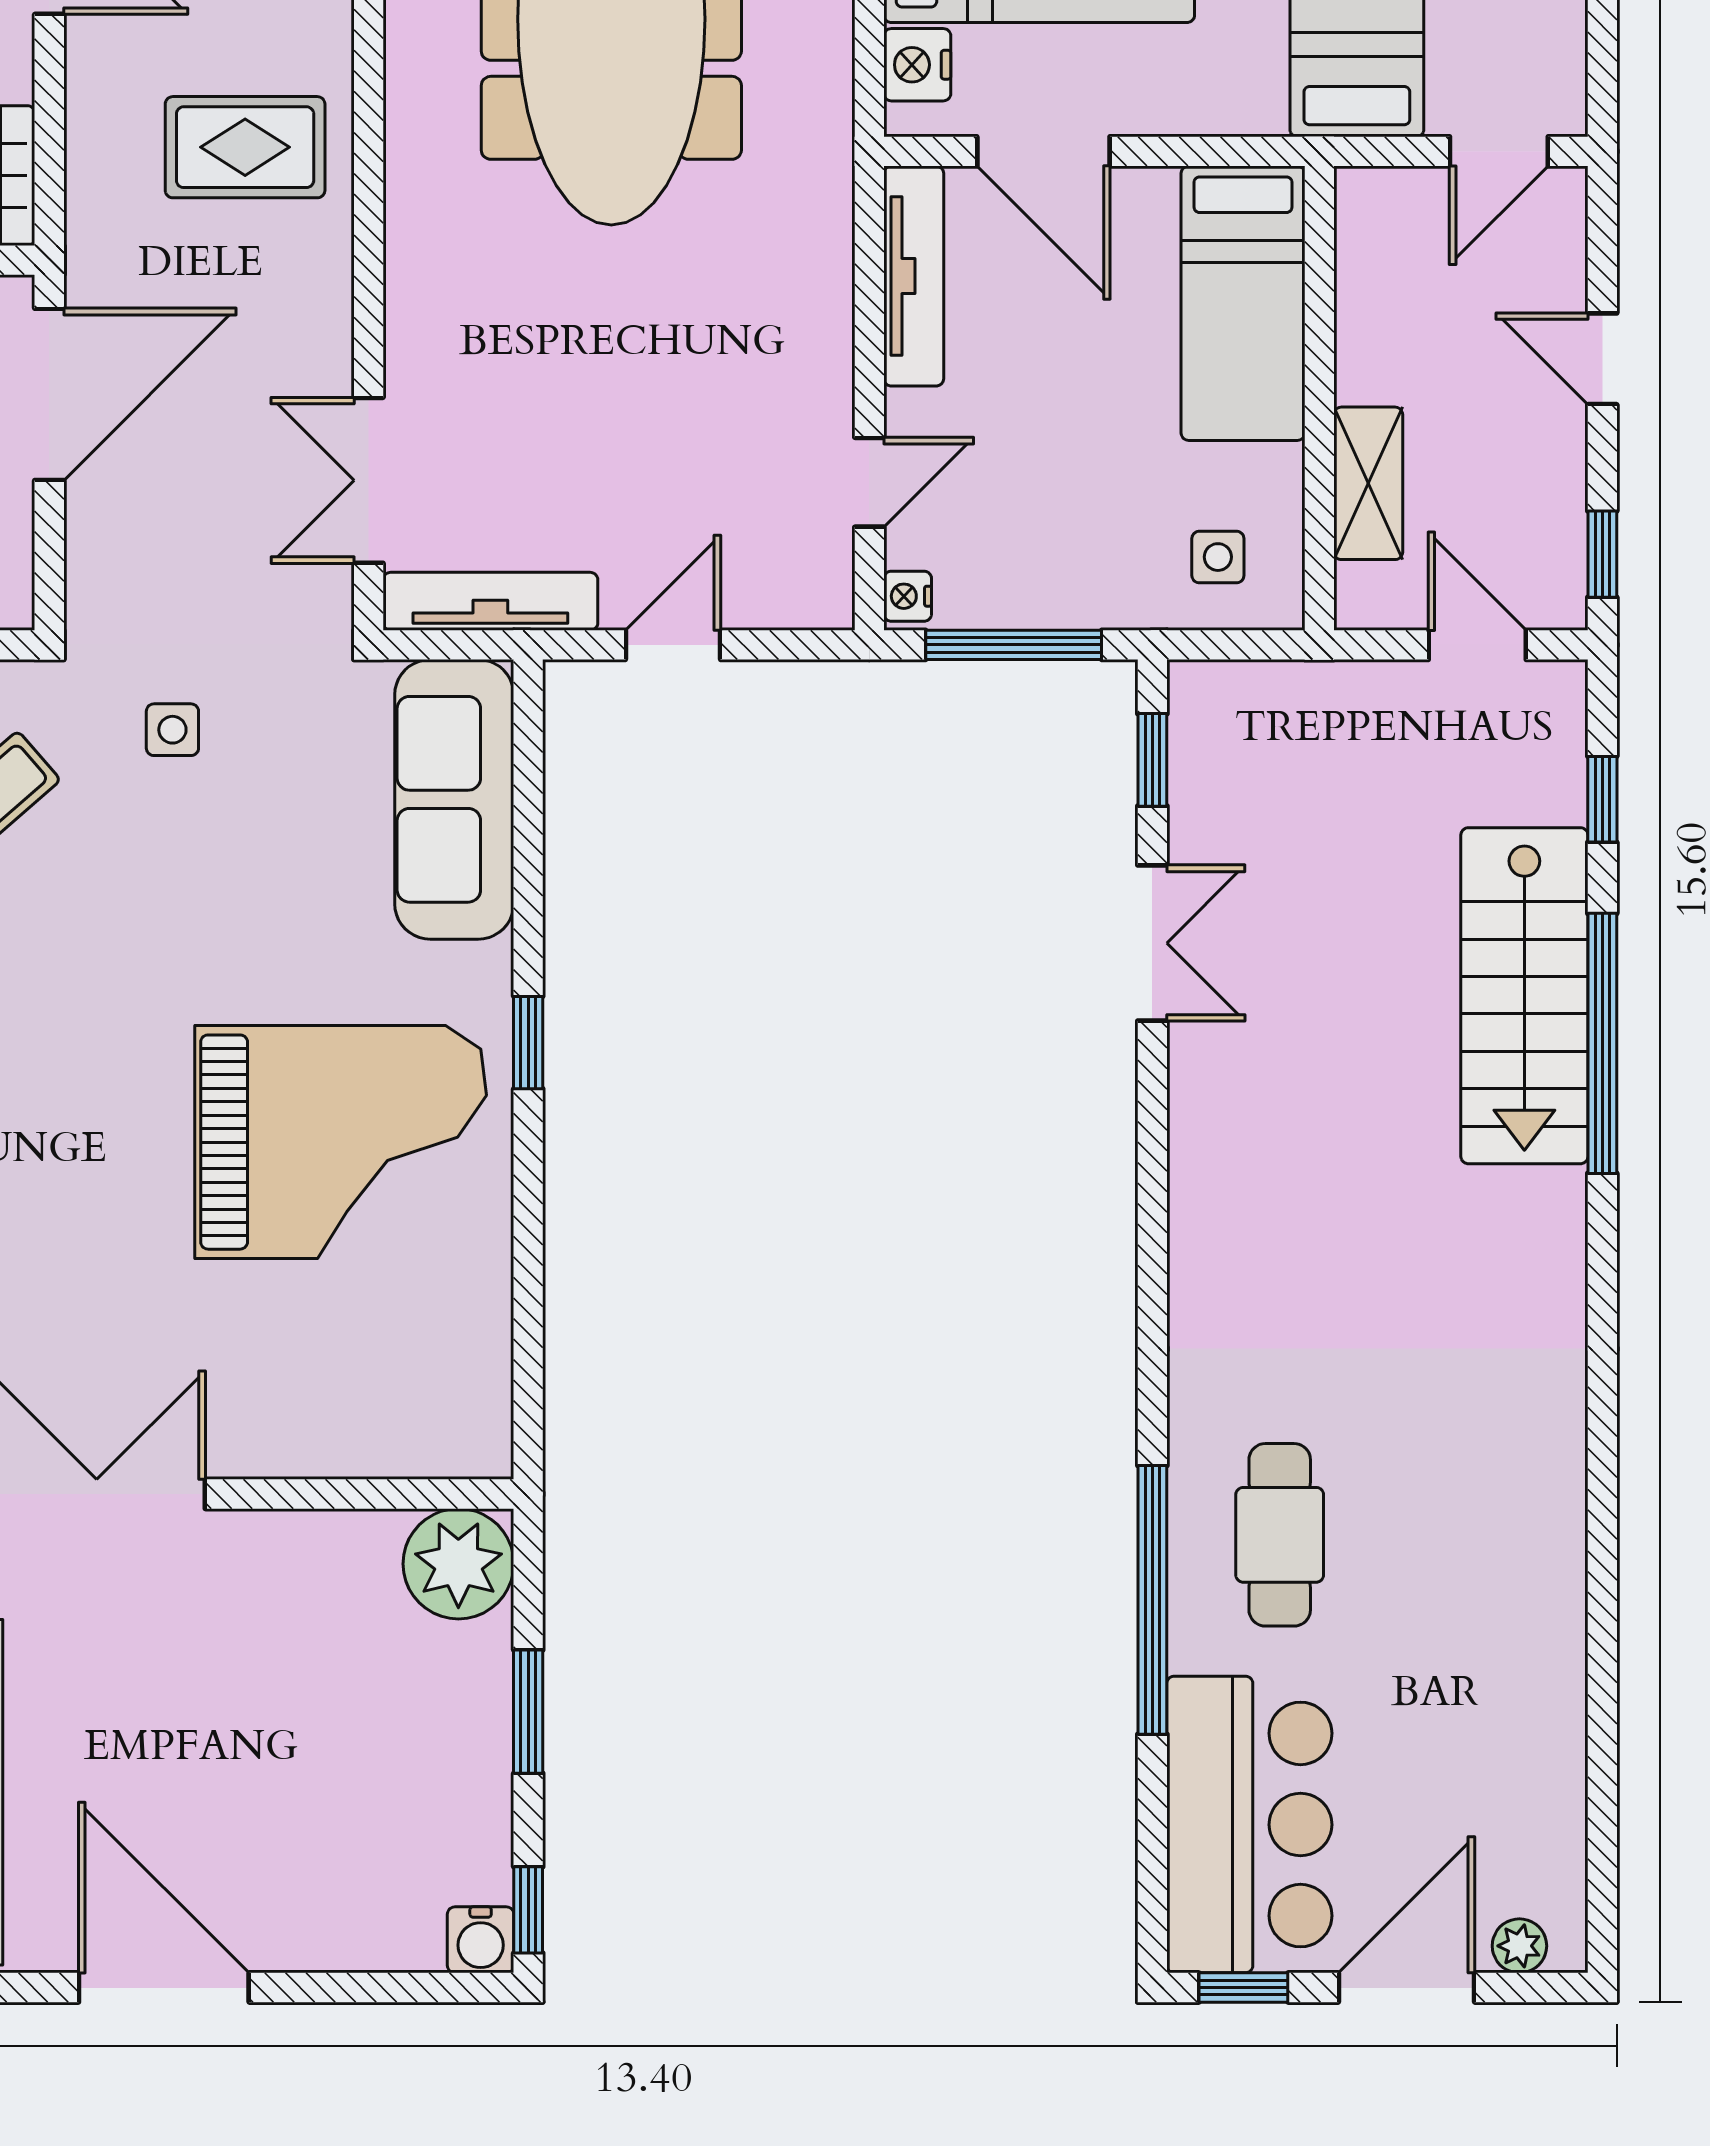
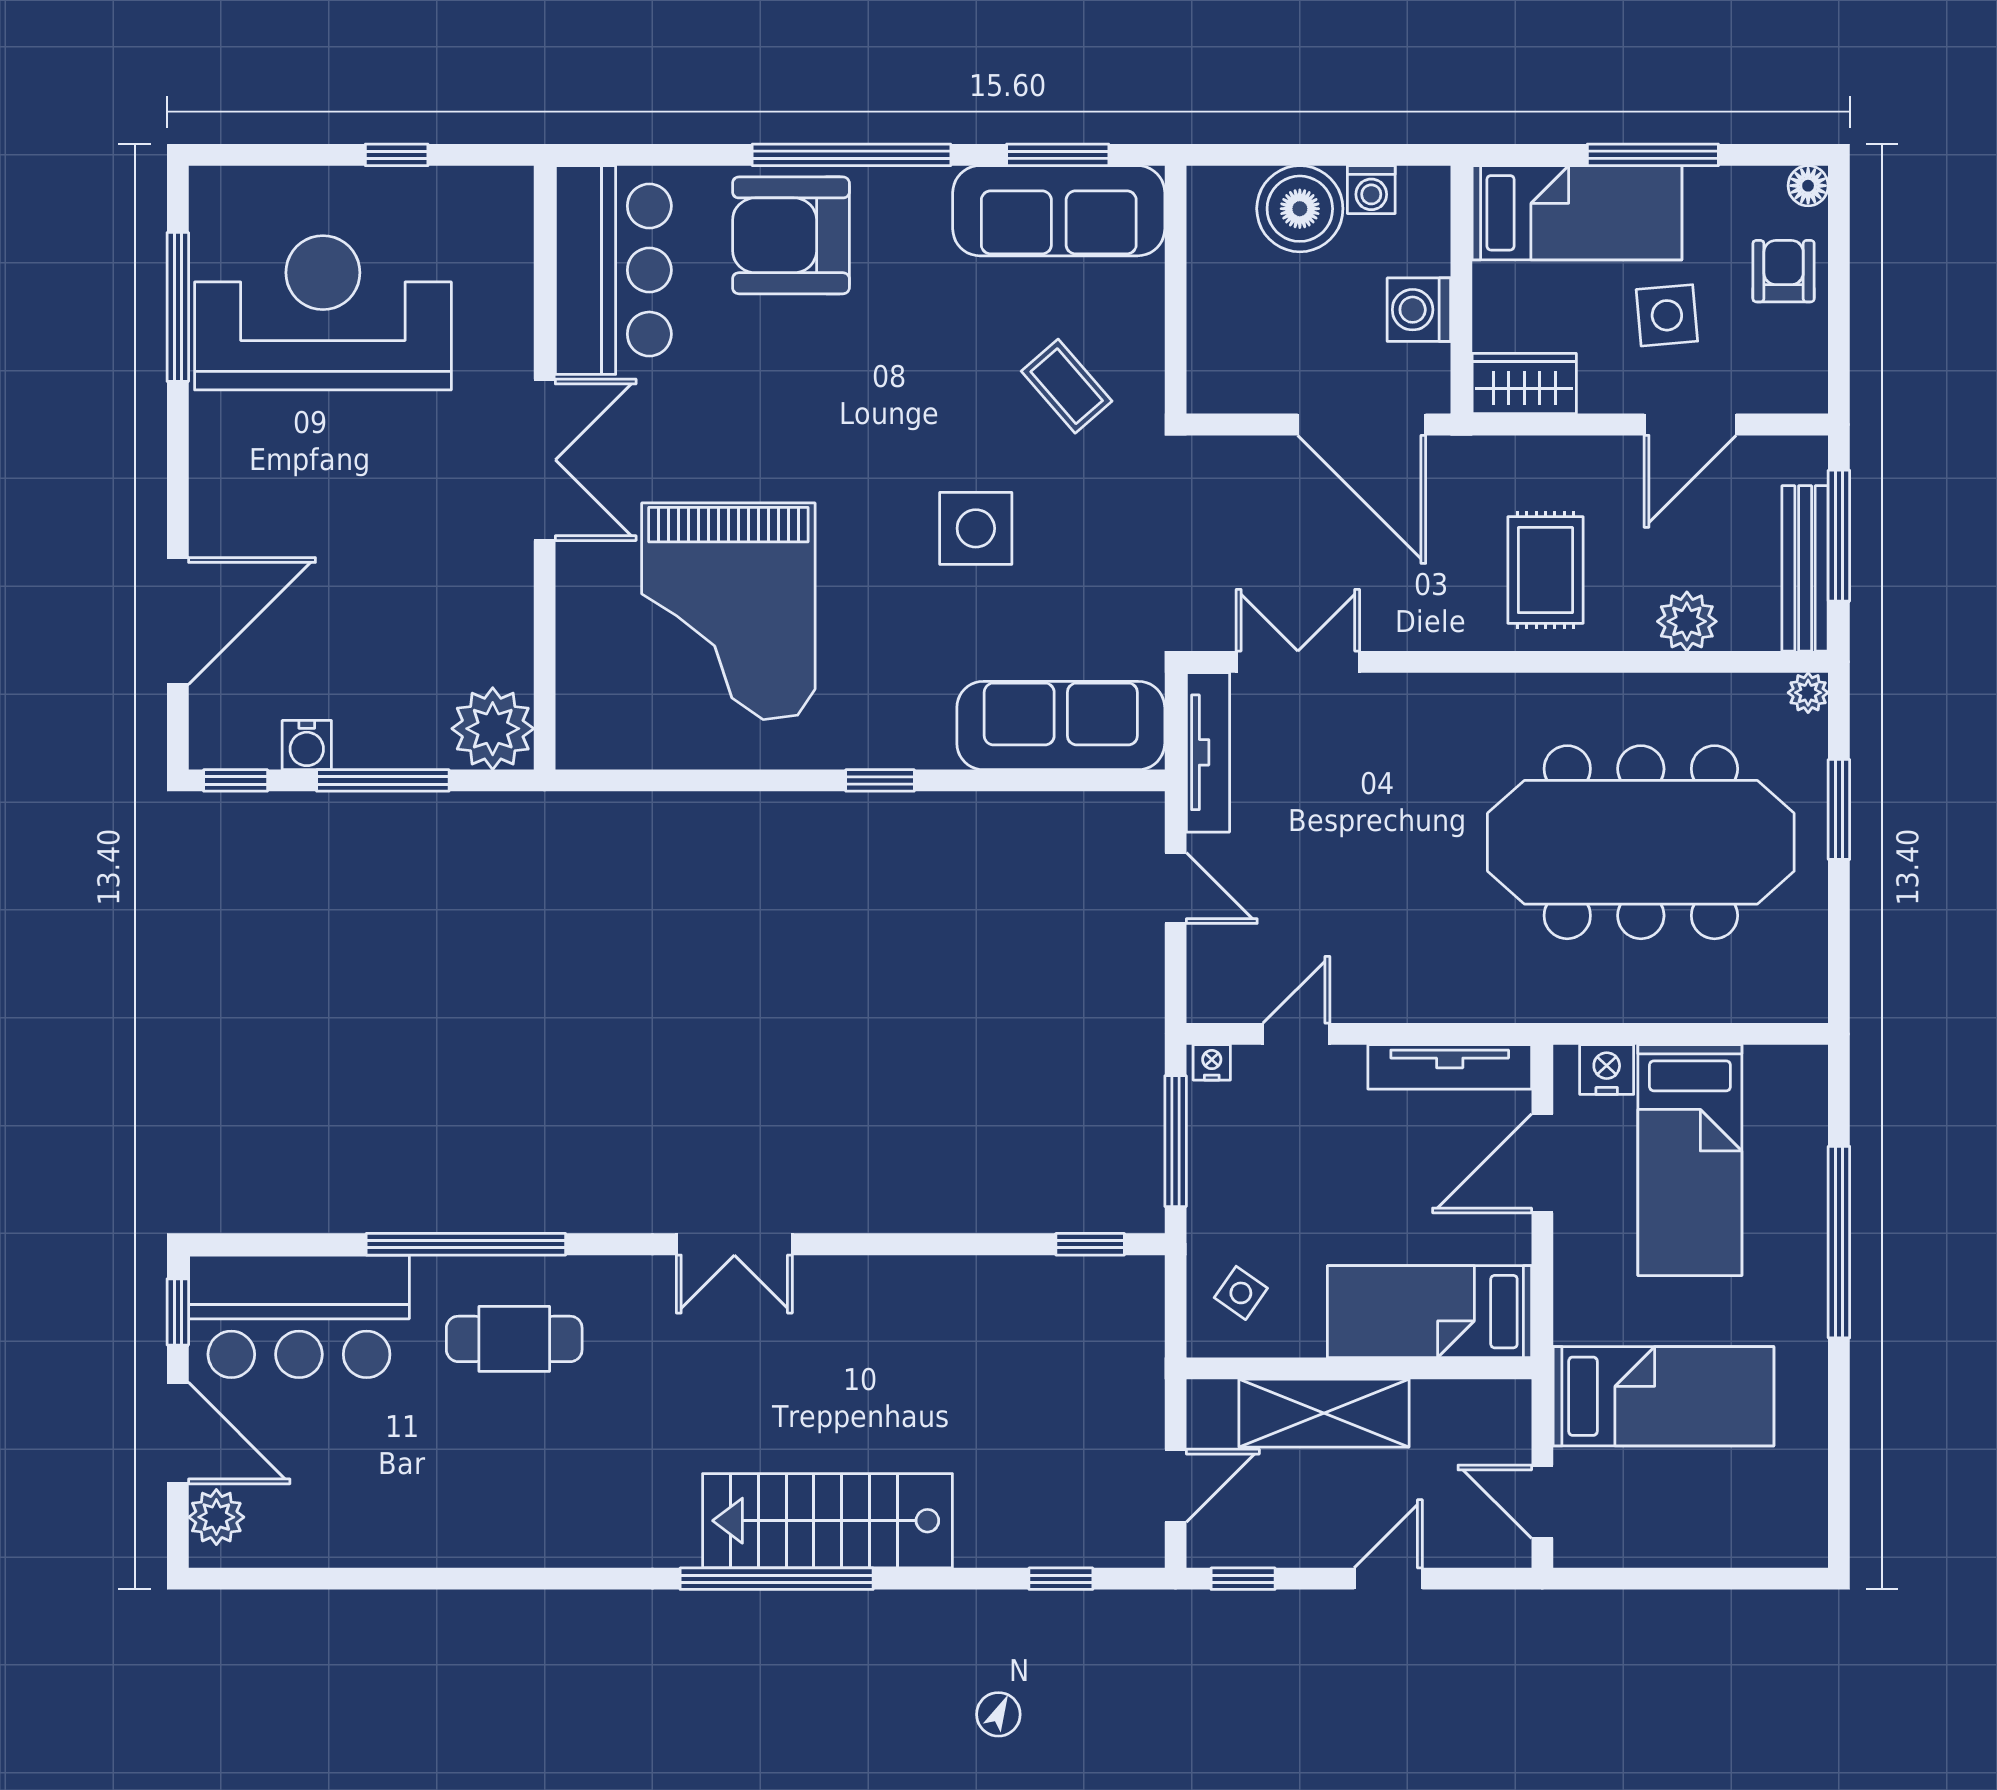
door: (869, 482) -> (1296, 1034), swing flipped
shelving: (1368, 483) -> (1324, 1413), width x1.50, depth x1.33
side table: (1218, 557) -> (1241, 1293), turned 35
side table: (172, 730) -> (976, 528), moved, width x1.87, depth x1.87
double door: (1152, 943) -> (734, 1244), moved
stairs: (1524, 996) -> (827, 1521), moved
window: (1602, 1043) -> (777, 1579), moved
grand piano: (341, 1142) -> (728, 611), moved
window: (528, 1712) -> (383, 780), width x1.44
water cooler: (481, 1940) -> (307, 745), moved, turned -90
plant: (1519, 1946) -> (216, 1517), width x1.38, depth x1.38
door: (164, 1988) -> (178, 621), moved

